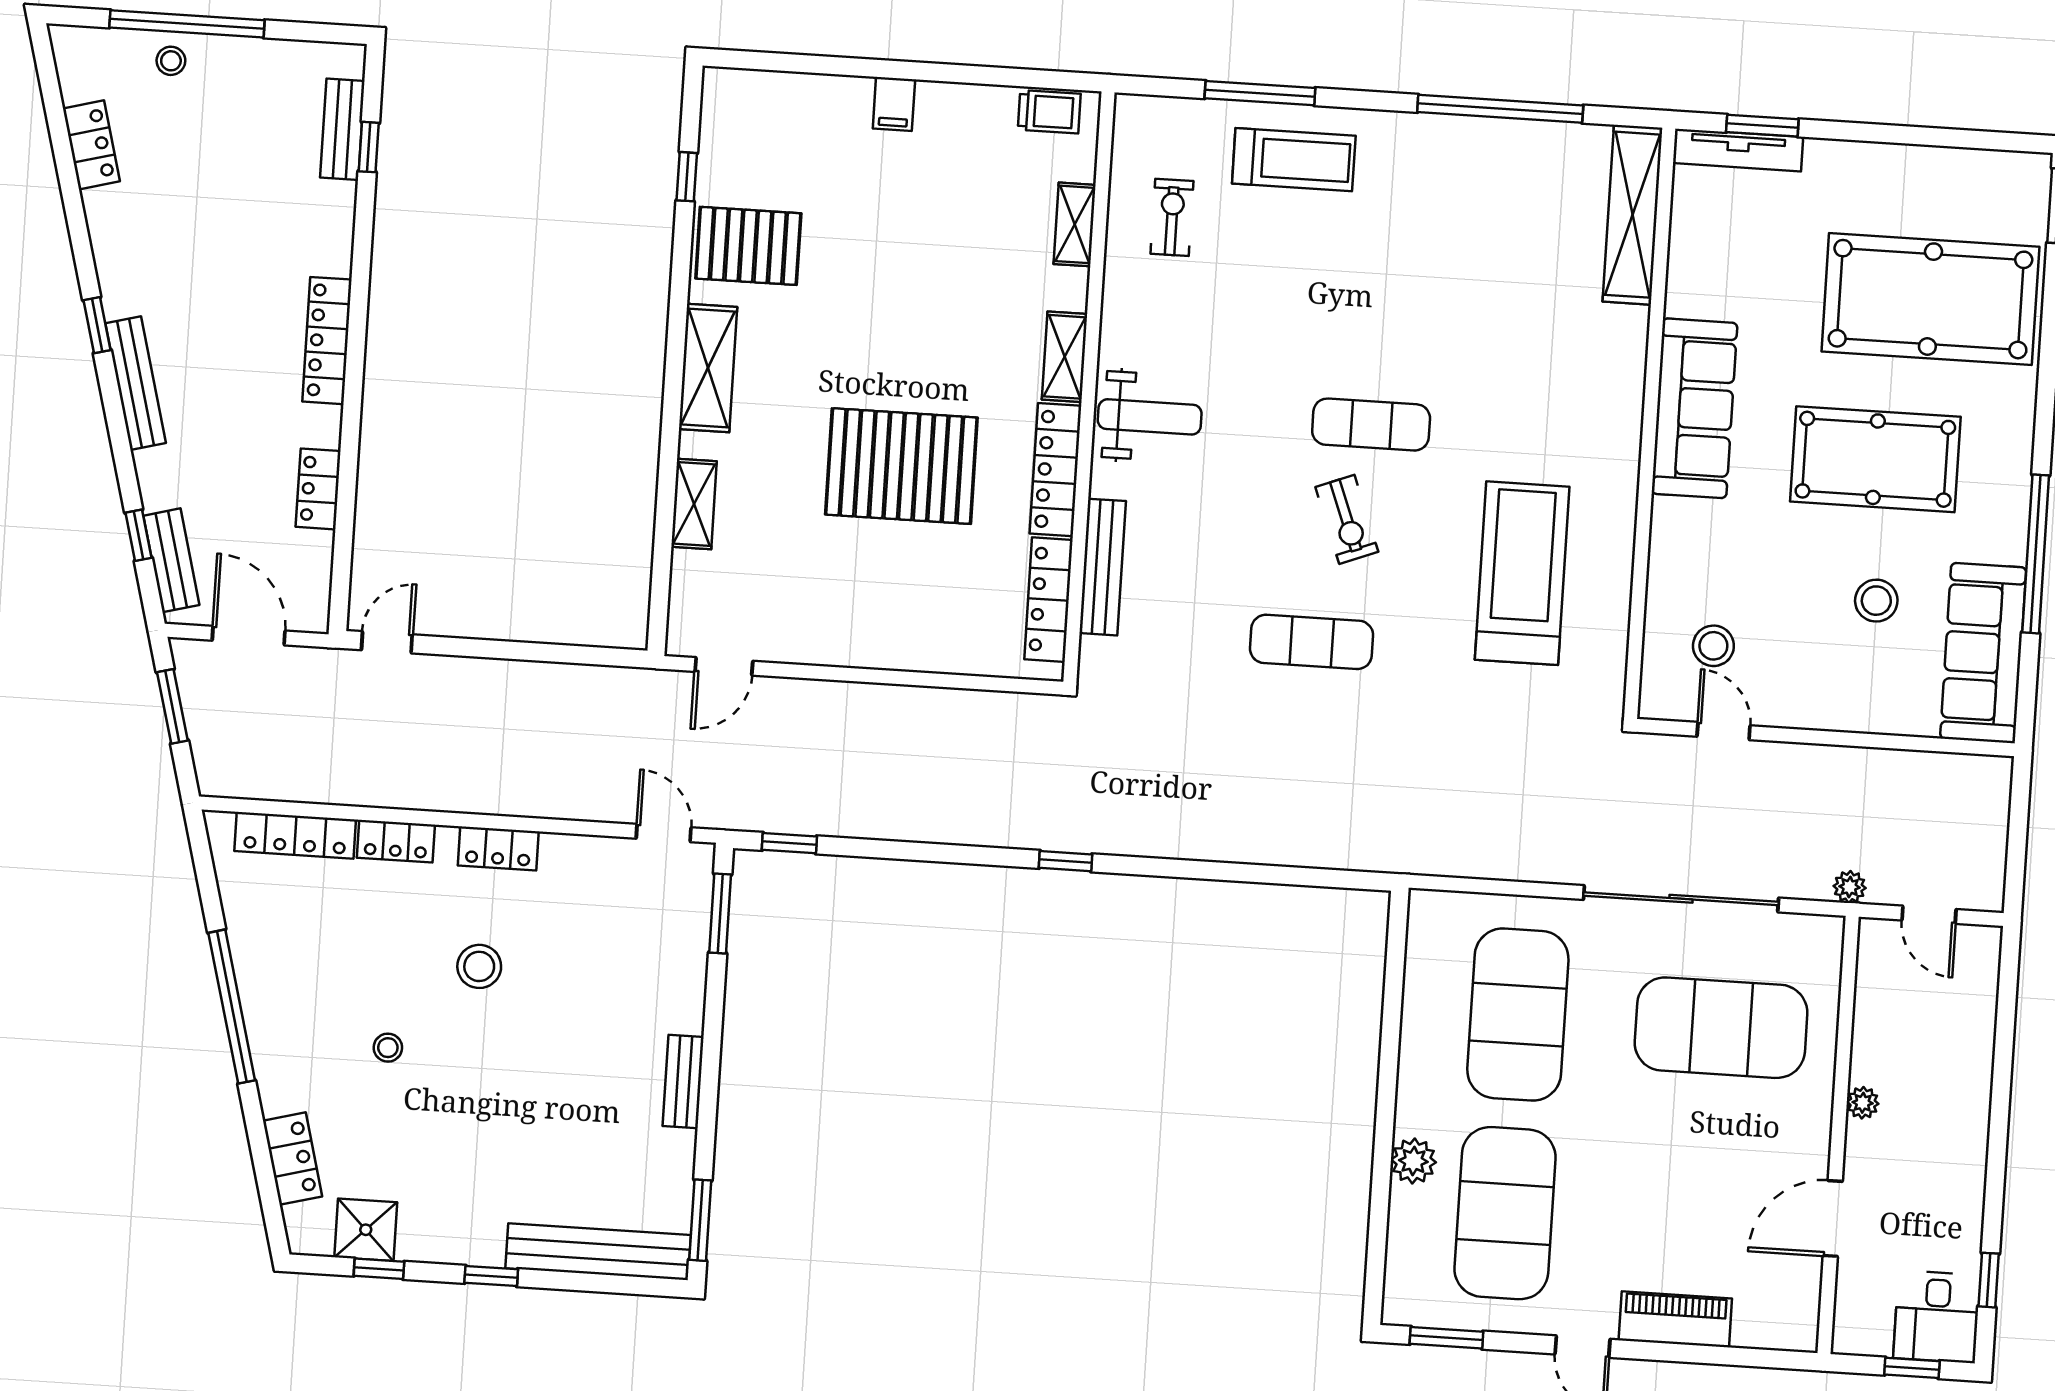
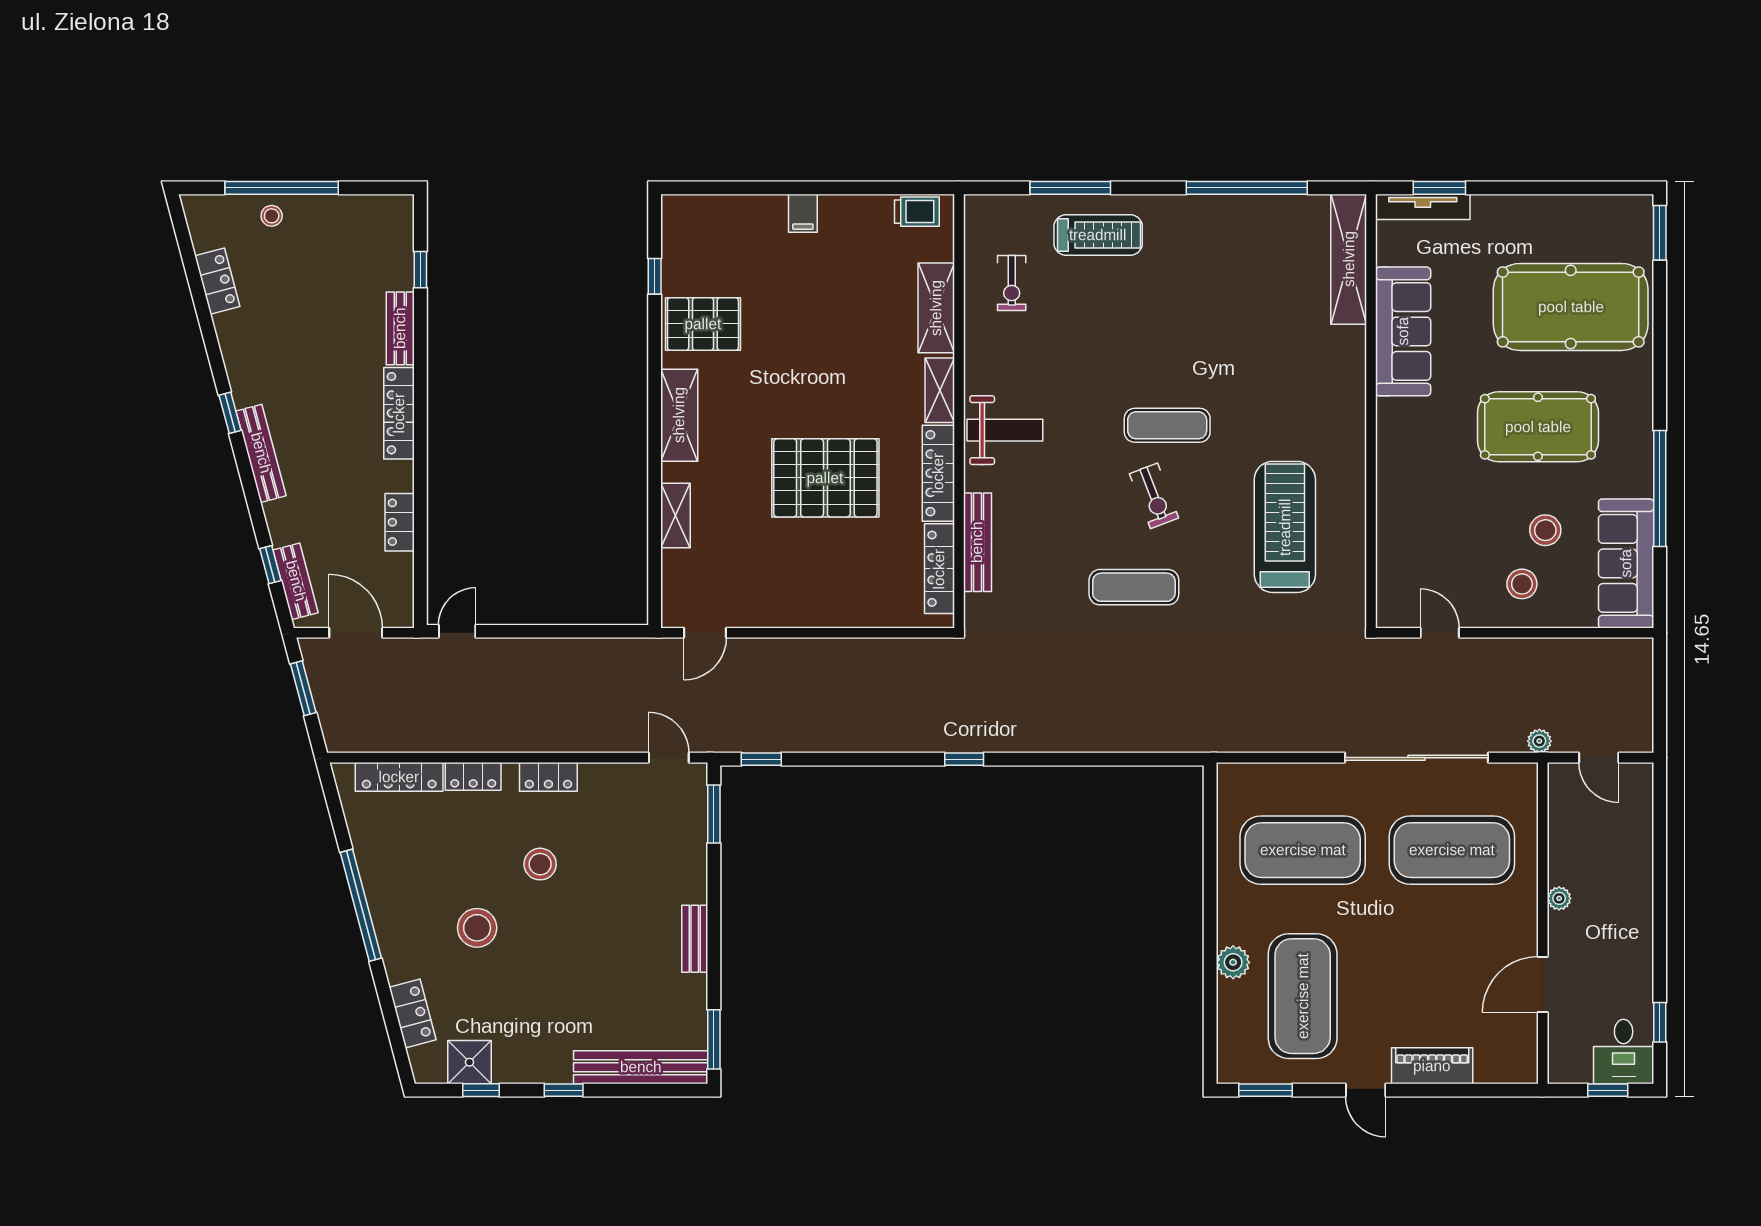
bench: (342, 129) -> (400, 328), moved
exercise bike: (1172, 217) -> (1012, 283), turned 180
shelving: (1075, 224) -> (936, 308), width x1.50, depth x1.33
sofa: (1694, 408) -> (1403, 331), moved
stool: (1713, 646) -> (1522, 584), moved
exercise mat: (1518, 1015) -> (1303, 850), turned 90
stool: (388, 1048) -> (477, 928), width x1.89, depth x1.89

